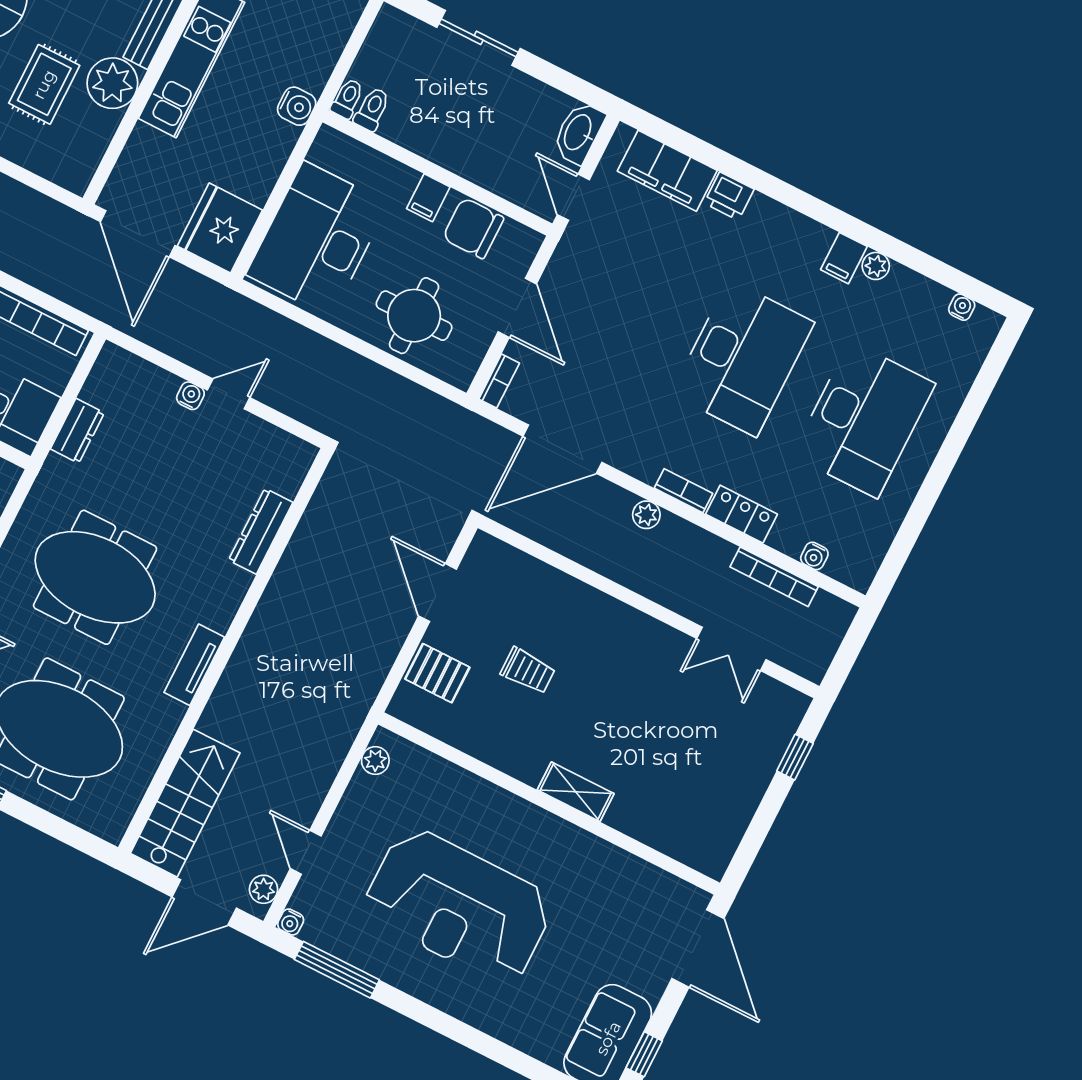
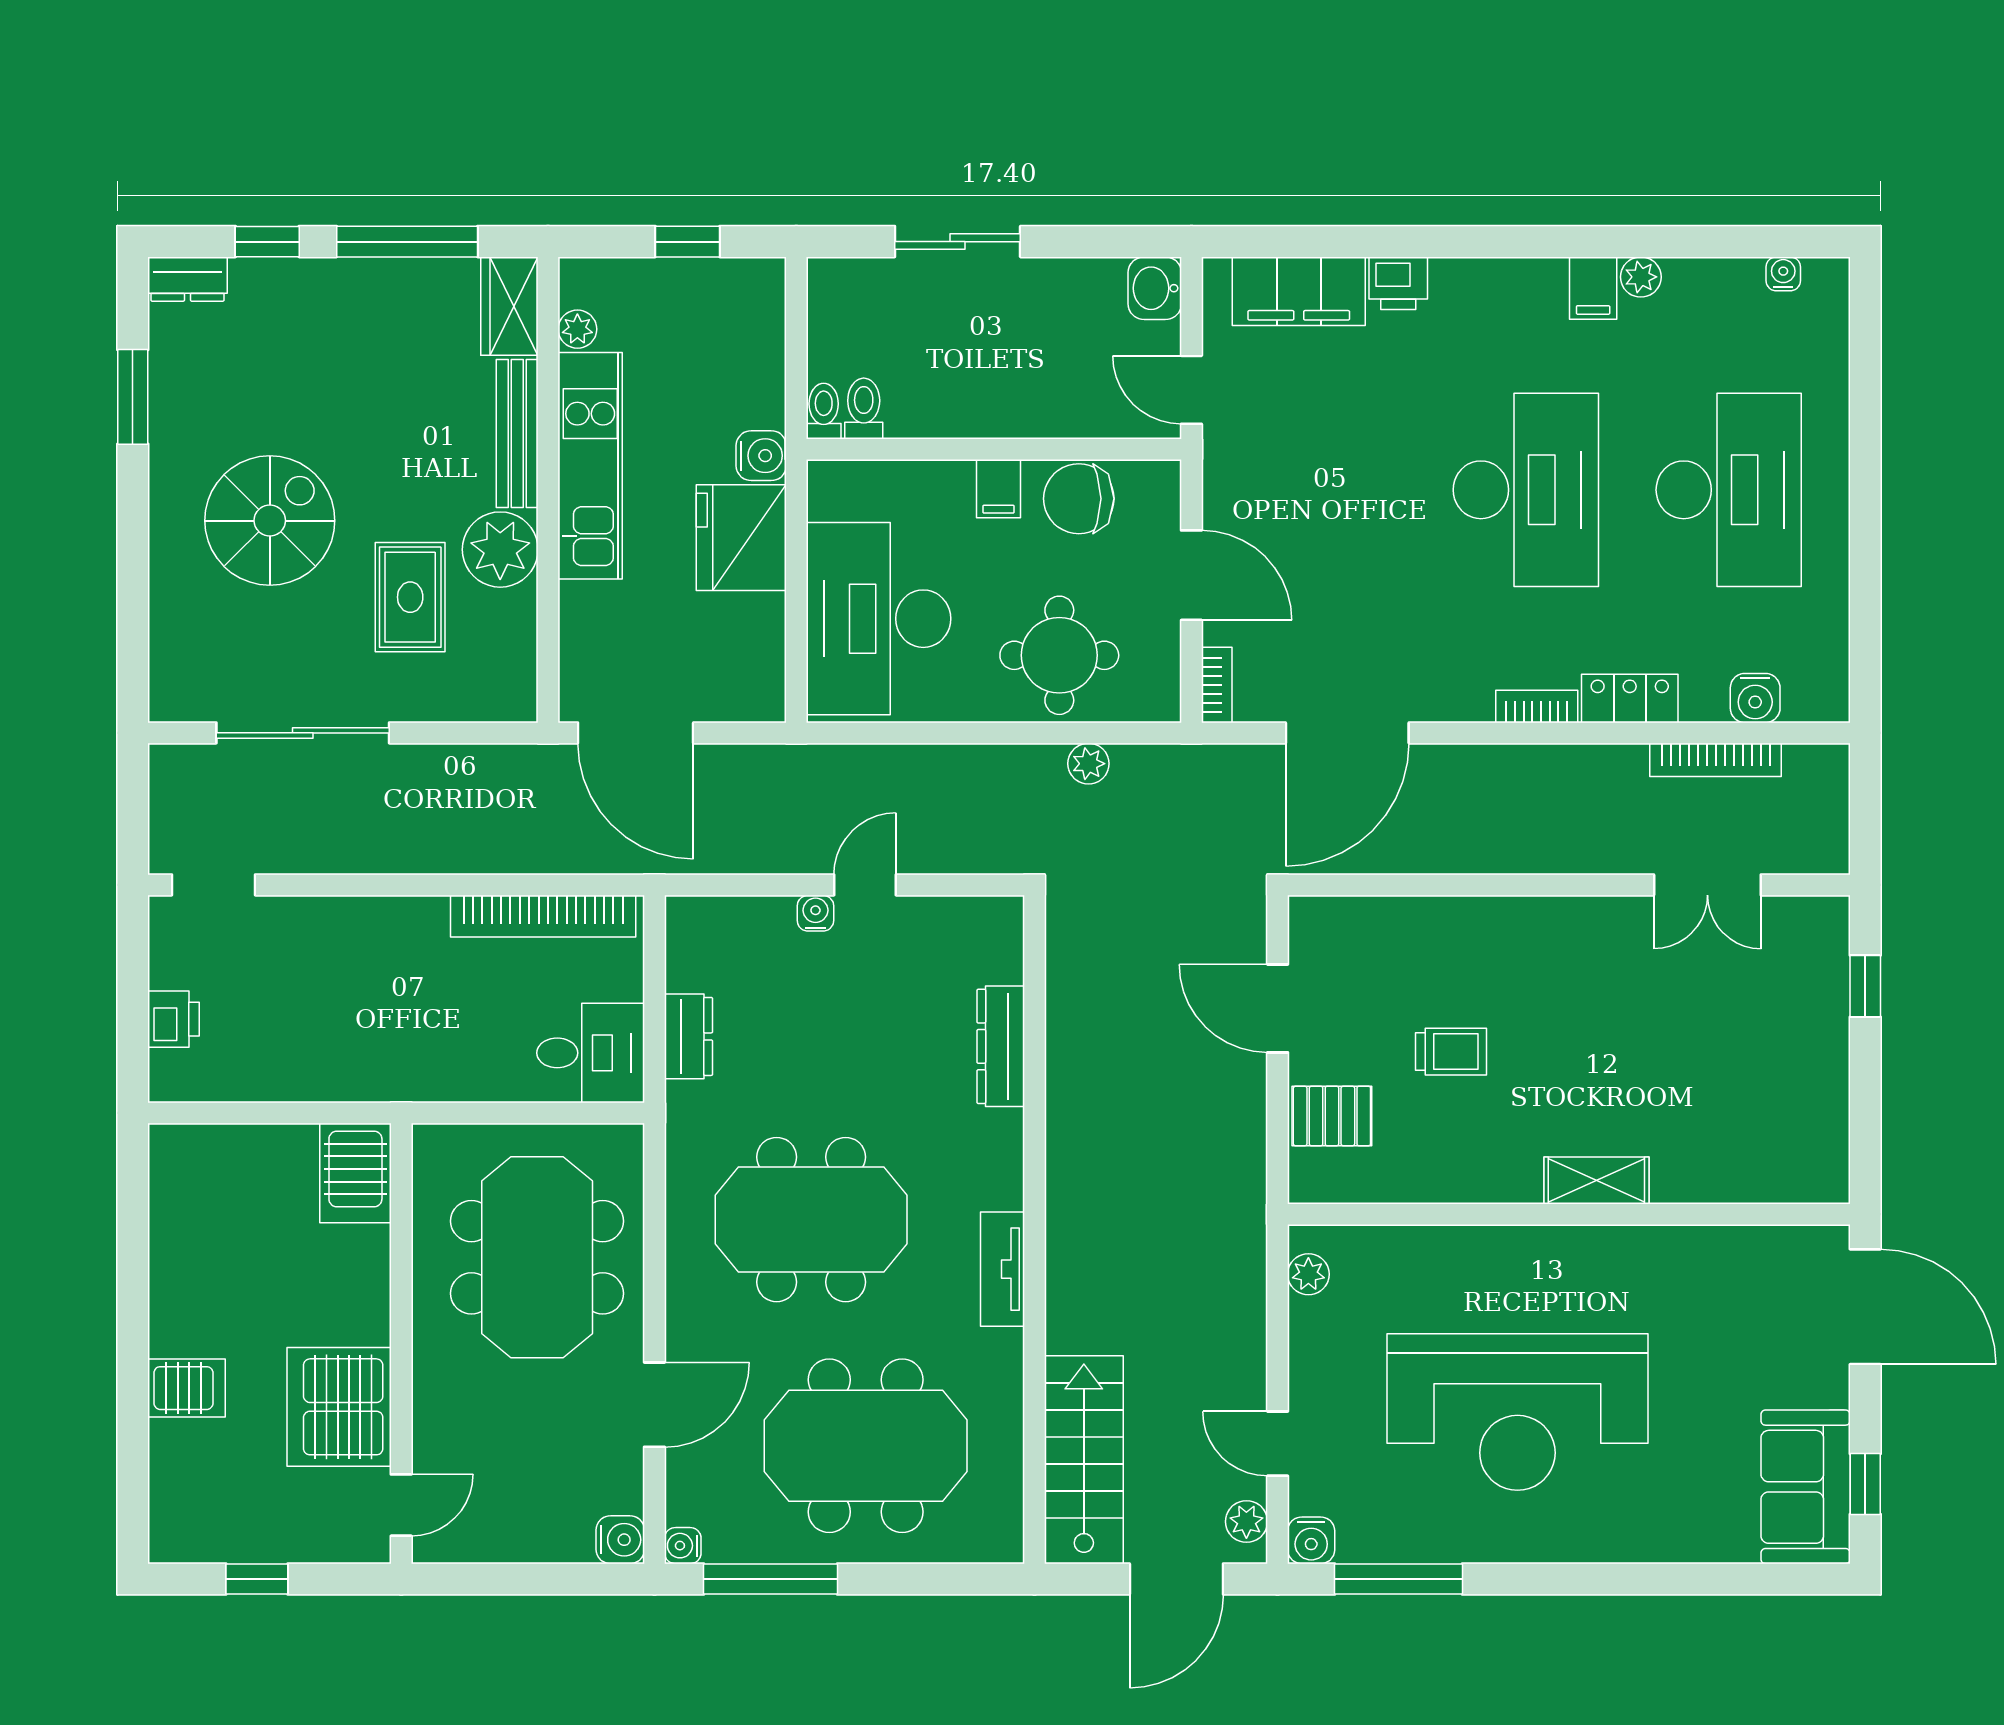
washbasin: (579, 133) -> (1155, 288), width x0.72
fridge: (220, 228) -> (741, 538), moved
plant: (646, 515) -> (1088, 764), moved
water cooler: (814, 556) -> (1755, 698), width x1.38, depth x1.38
water cooler: (291, 922) -> (1311, 1540), width x1.38, depth x1.38

